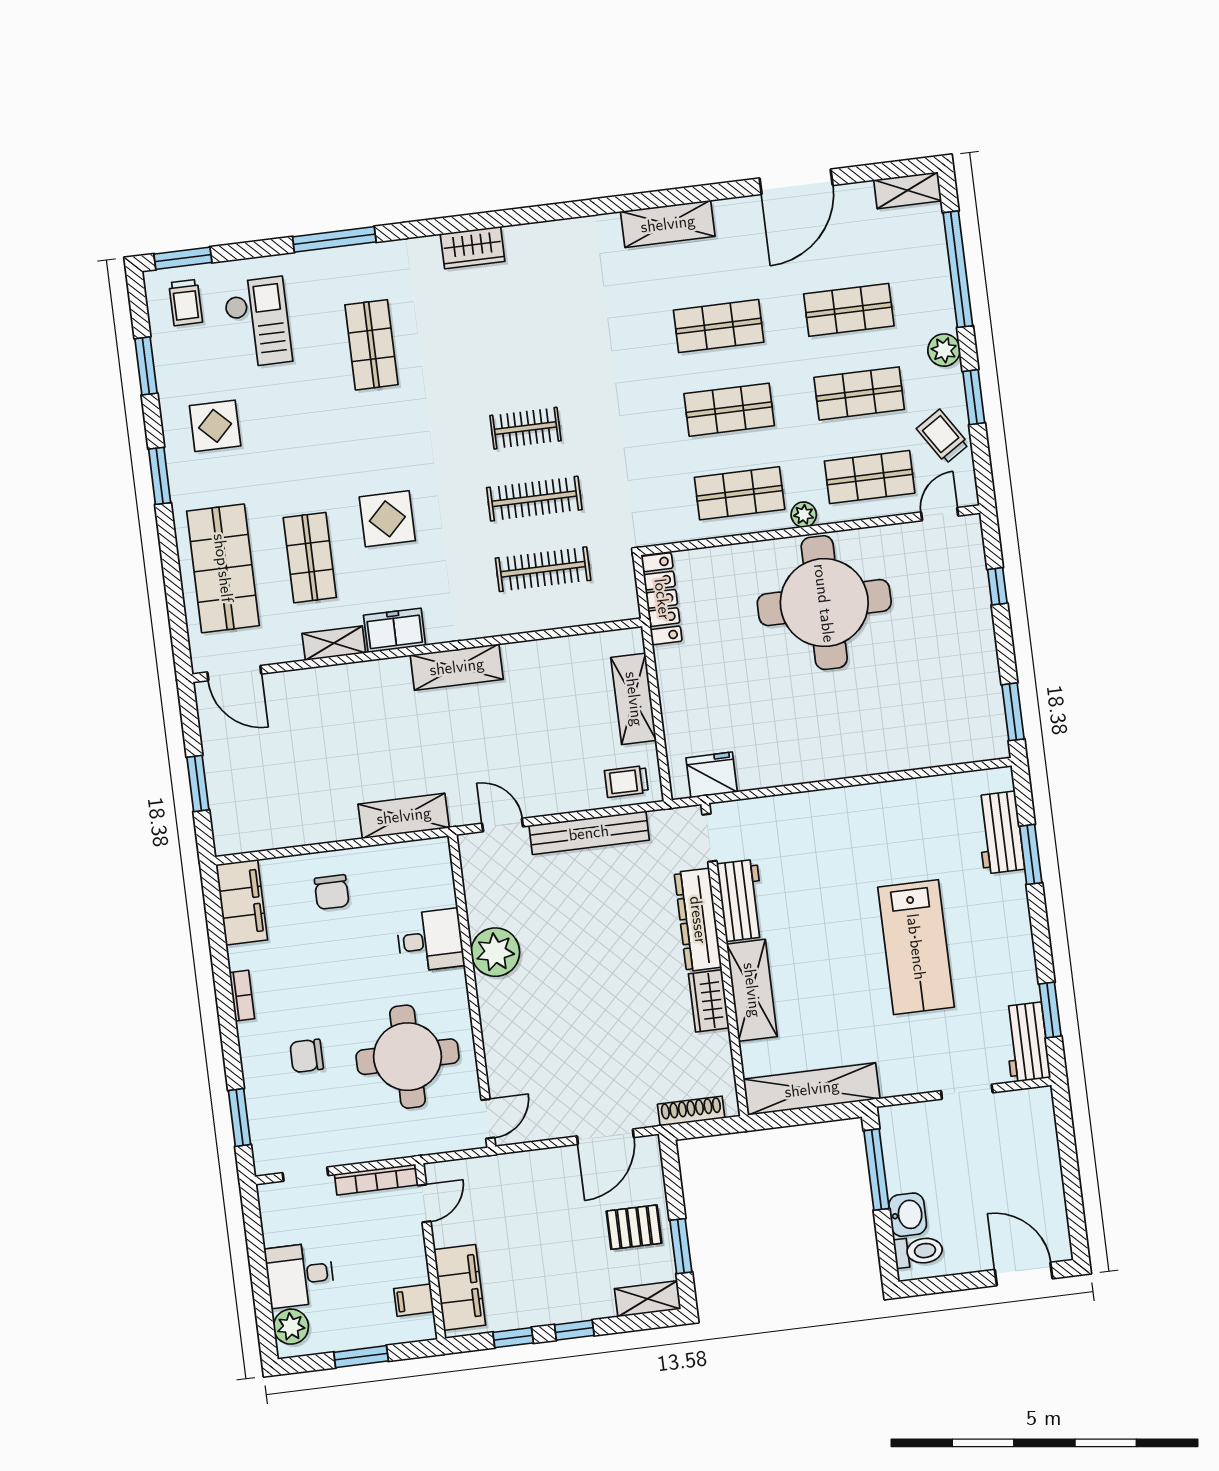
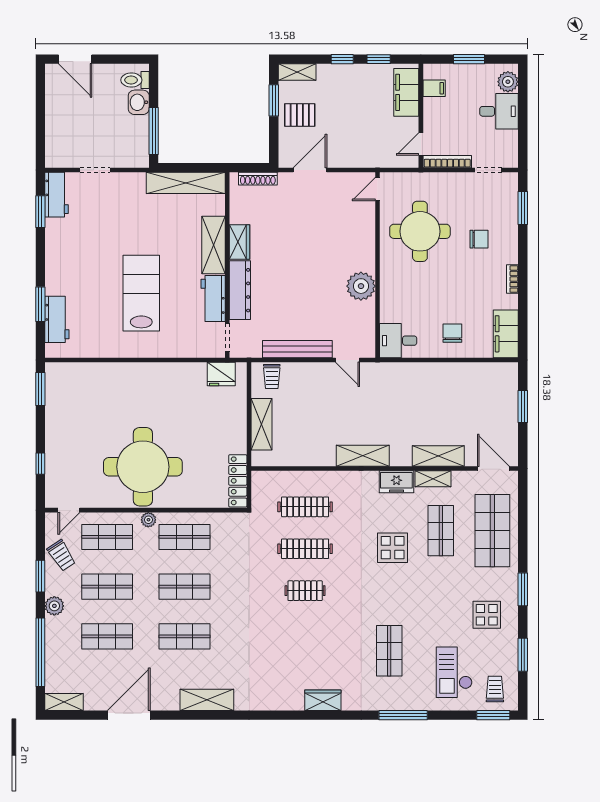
trolley: (626, 782) -> (272, 376), turned 90
shelving: (404, 816) -> (438, 456), moved
desk: (430, 940) -> (398, 341), moved
lab bench: (916, 947) -> (141, 293), moved

